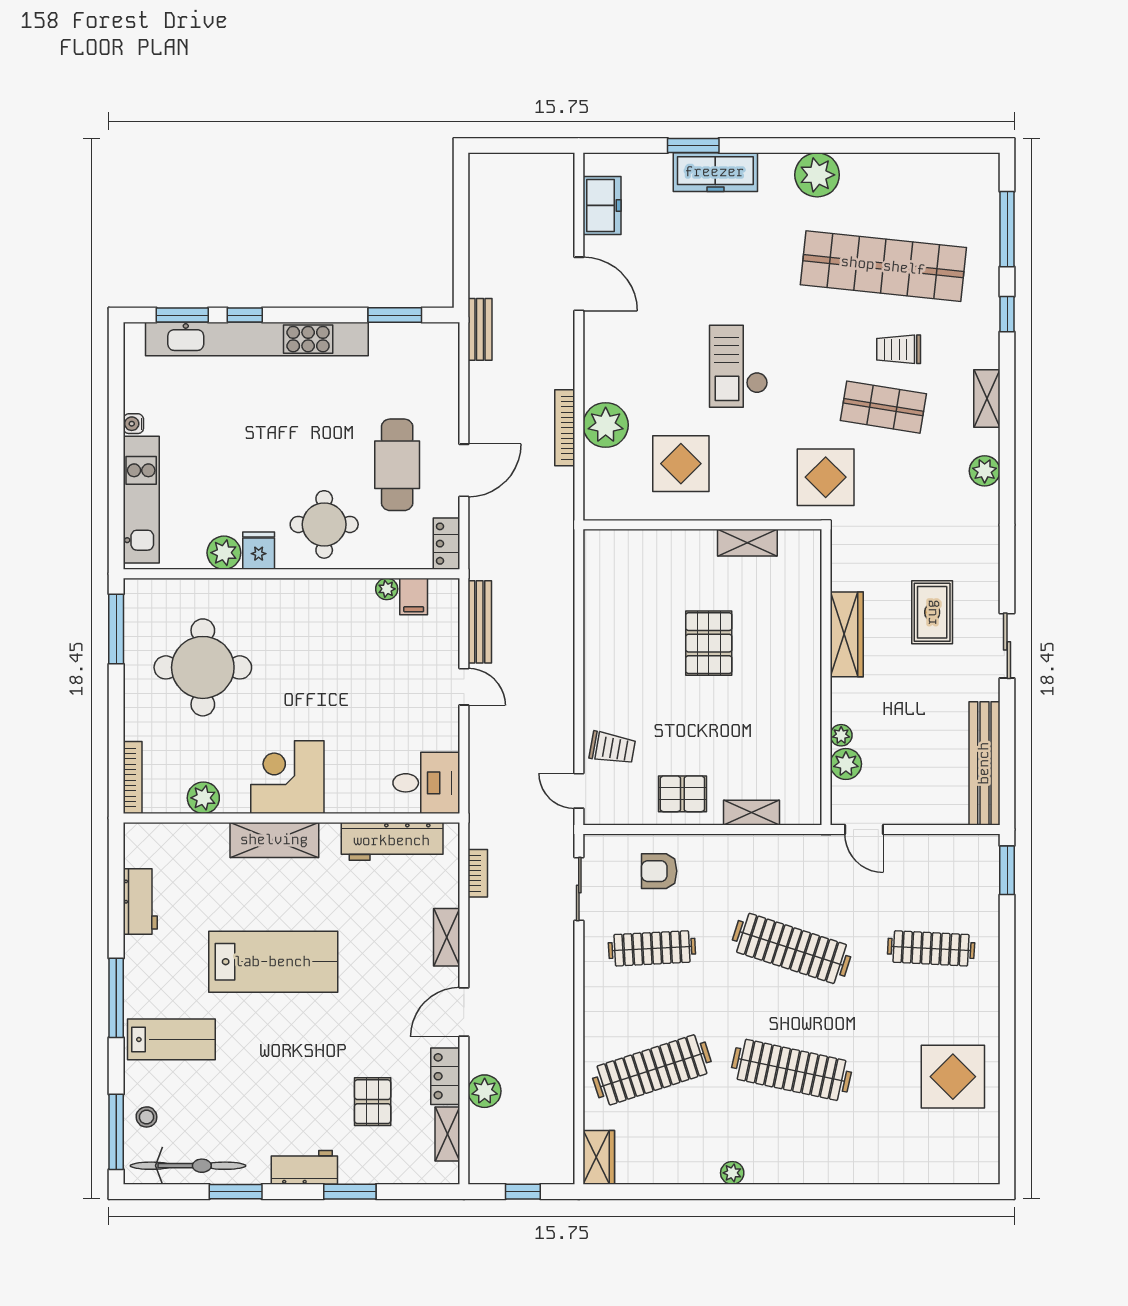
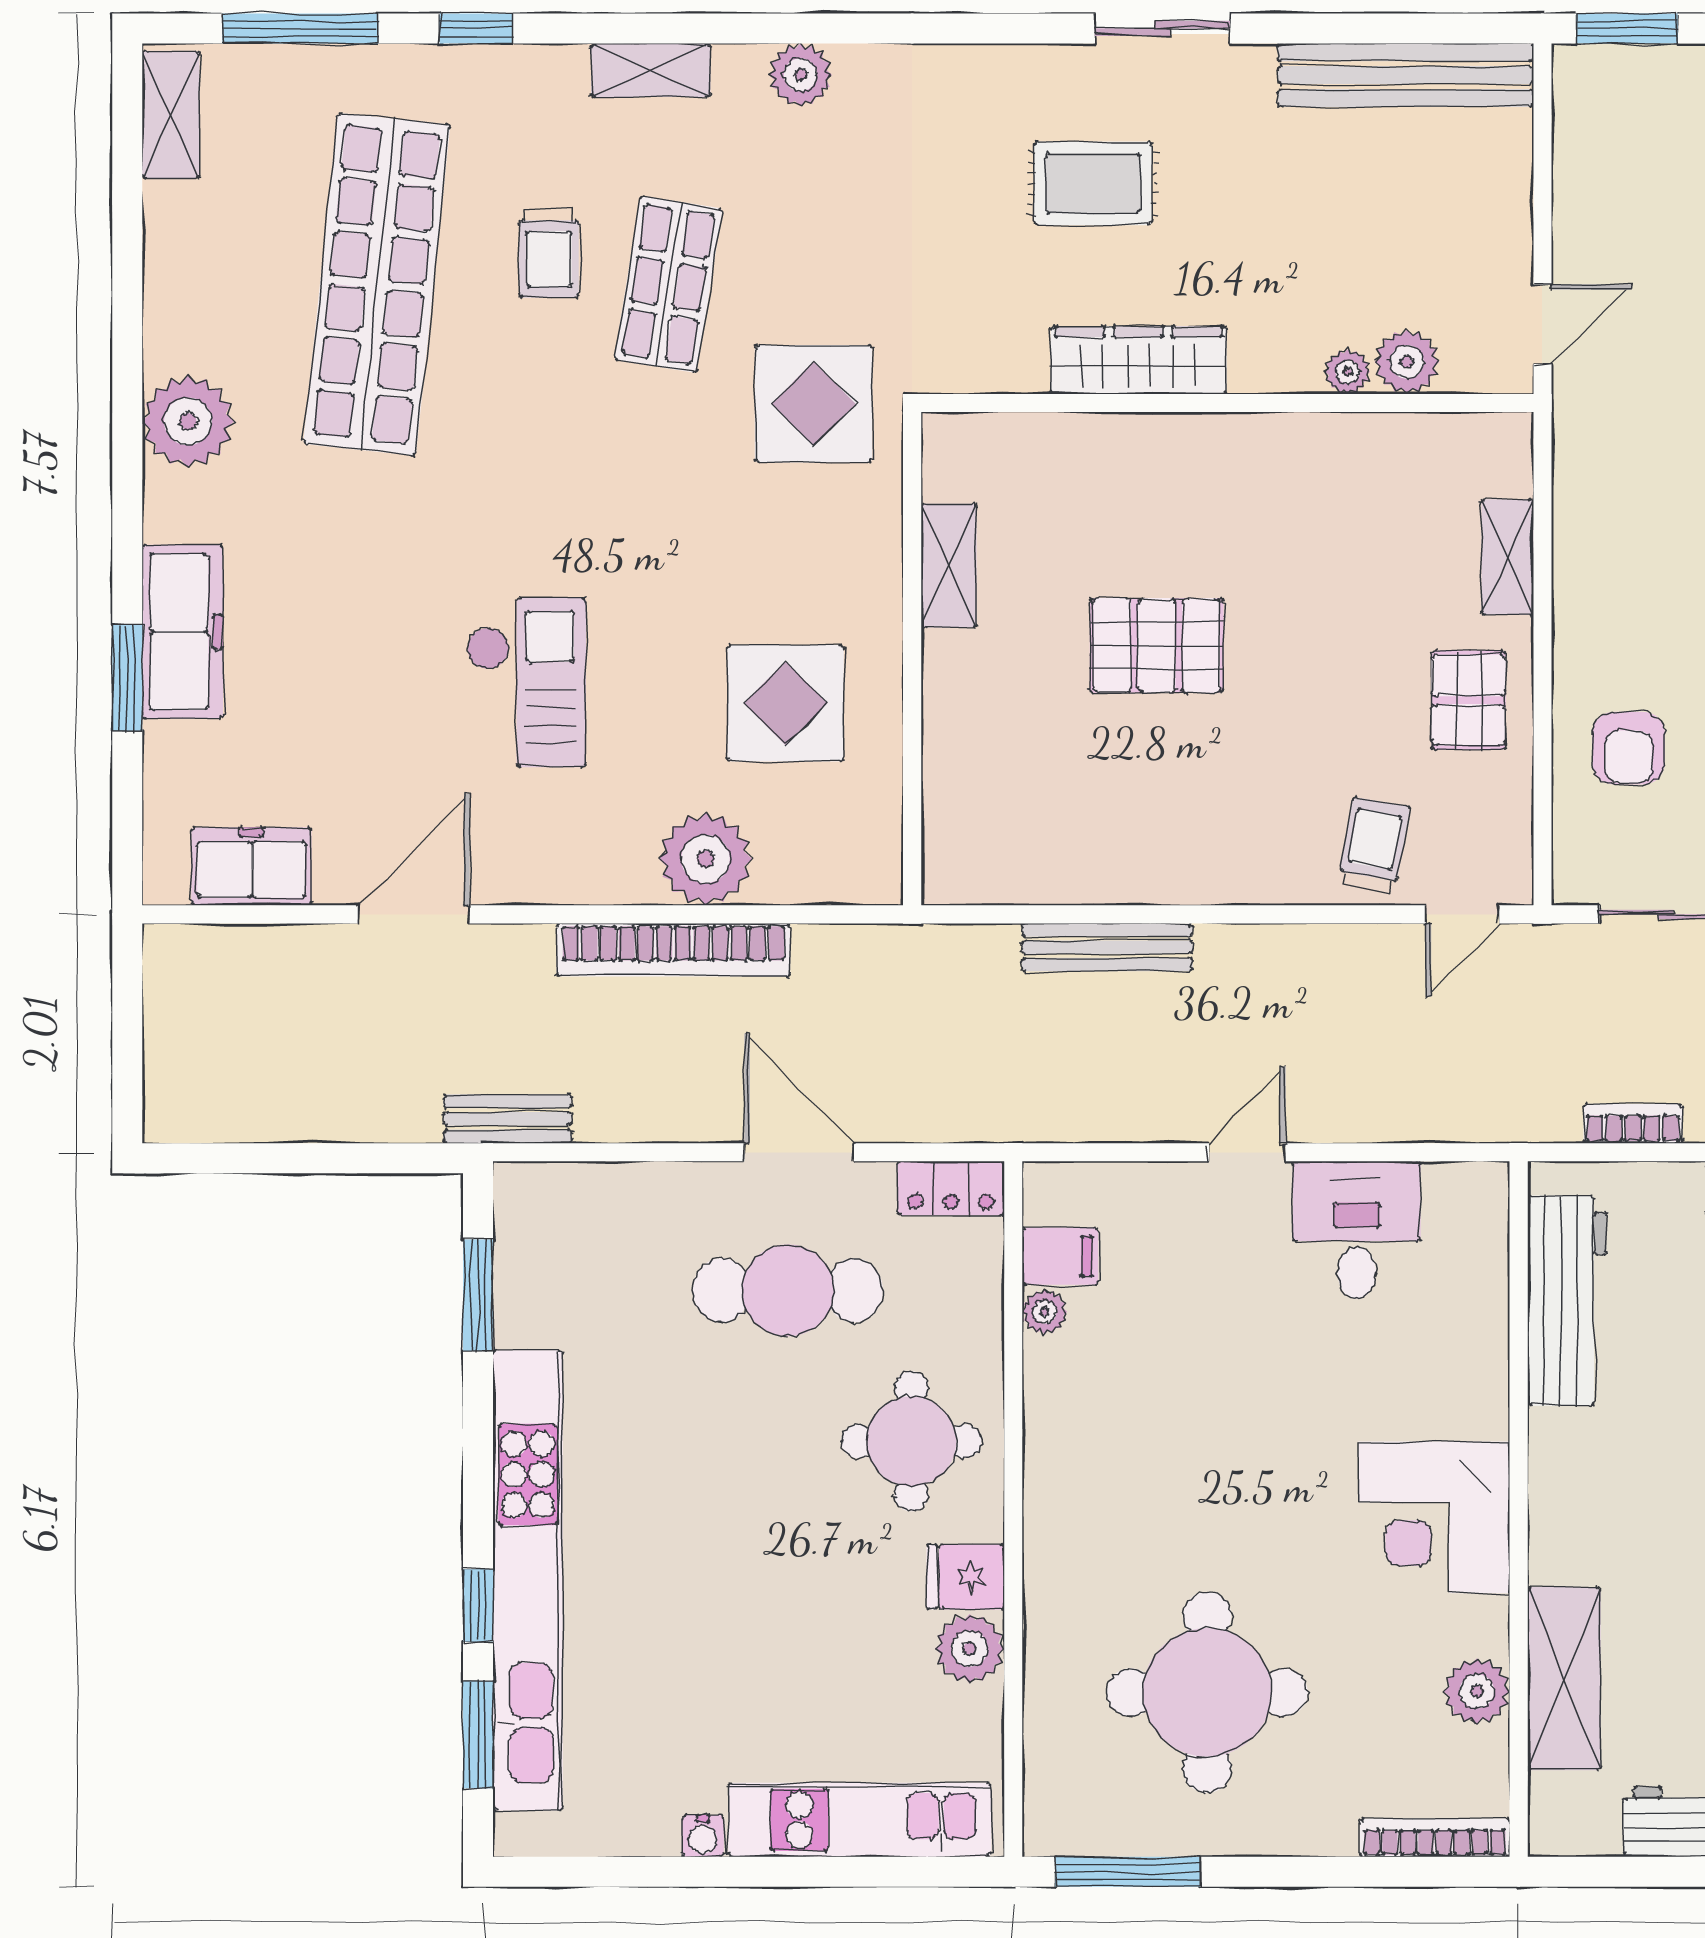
shelving: (965, 167) -> (171, 114), added
checkout: (739, 366) -> (526, 682), moved, turned -90
bookcase: (565, 428) -> (673, 950), width x1.48, depth x1.31
bench: (480, 622) -> (1107, 947), moved
desk: (426, 783) -> (1357, 1230), moved
shelving: (274, 840) -> (1564, 1679), moved

